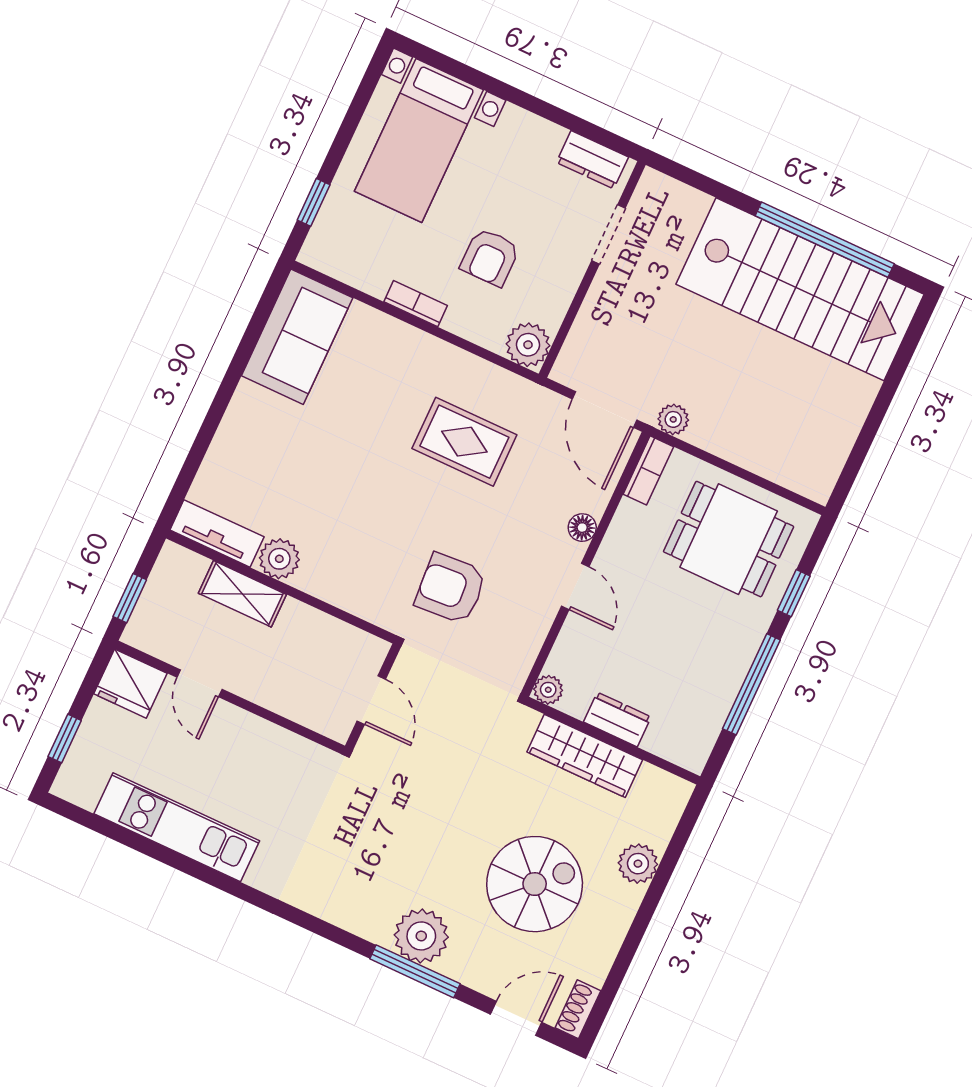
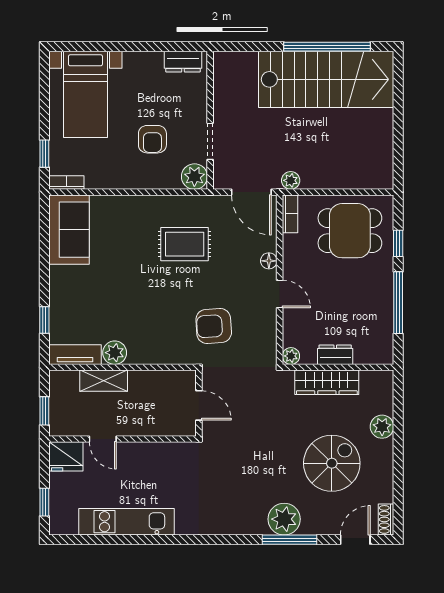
doorway: (608, 234) -> (210, 141), moved
bookcase: (416, 304) -> (66, 182), moved
window: (195, 458) -> (44, 320), added

